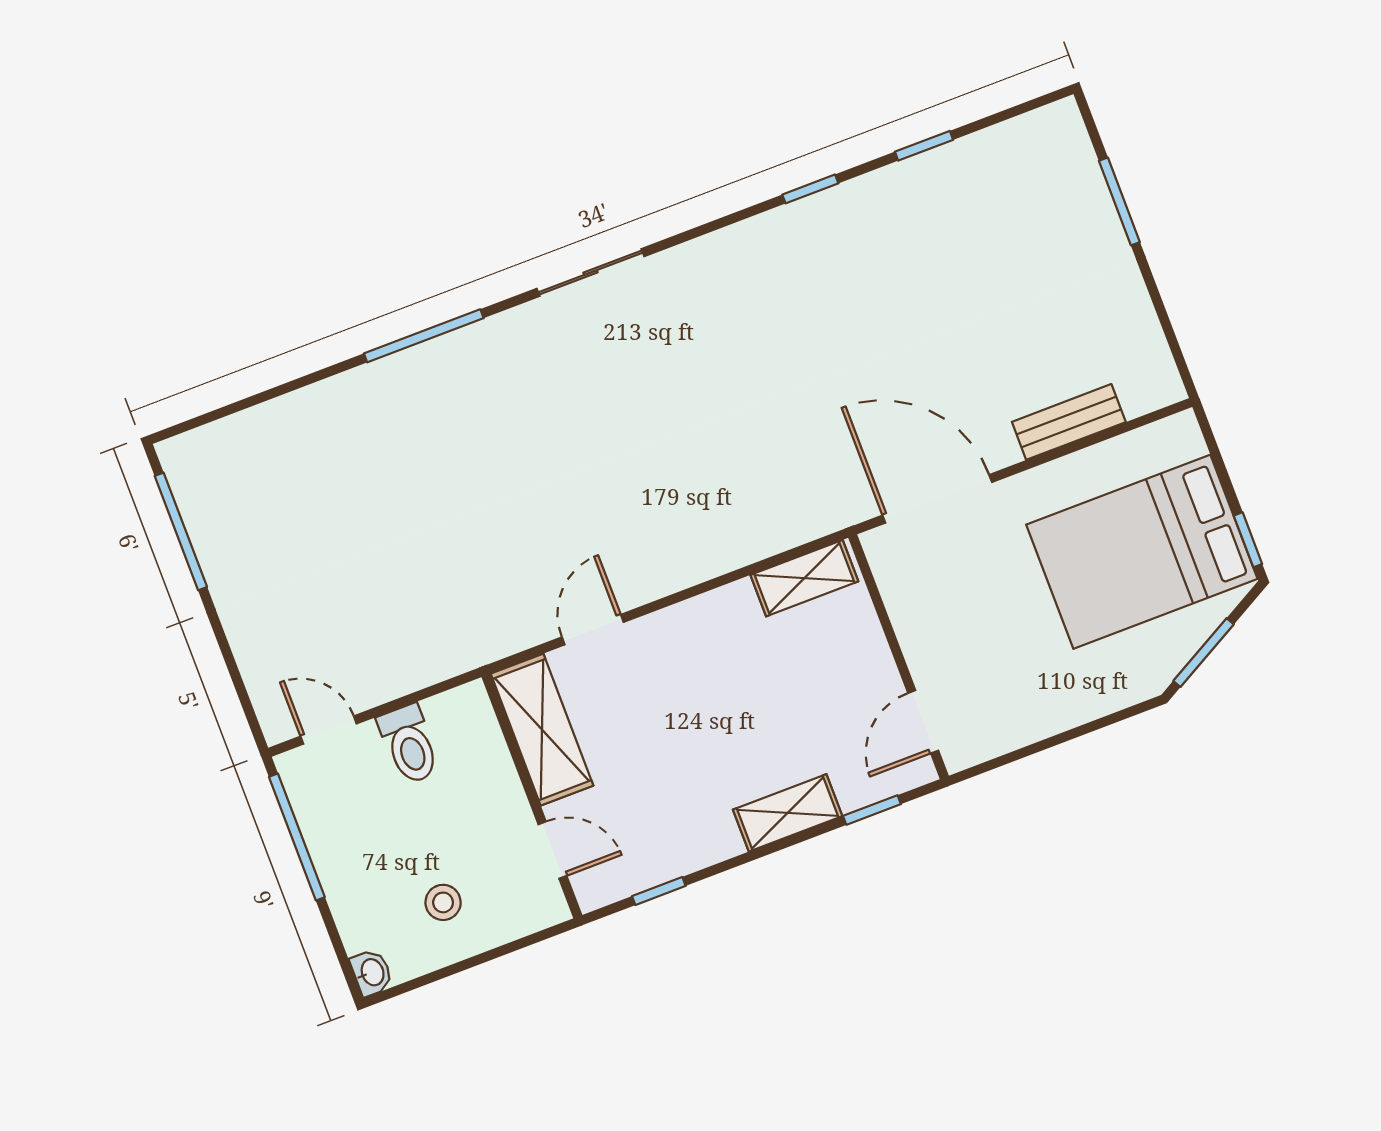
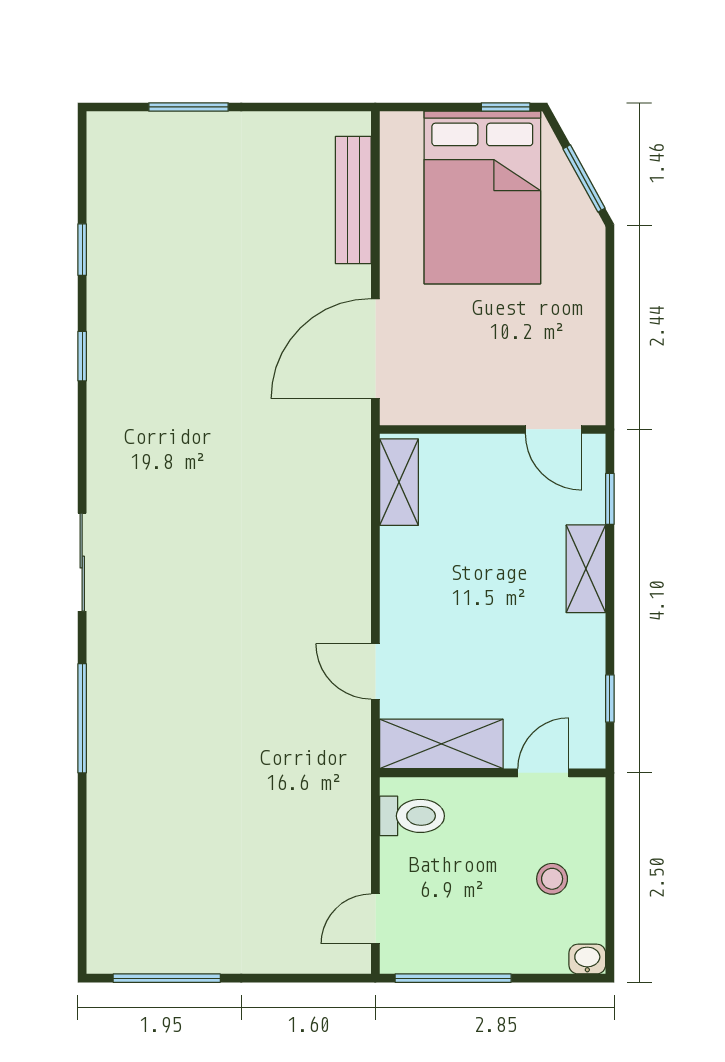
bench: (1069, 422) -> (353, 200), width x1.36
toilet: (409, 744) -> (412, 816), moved

